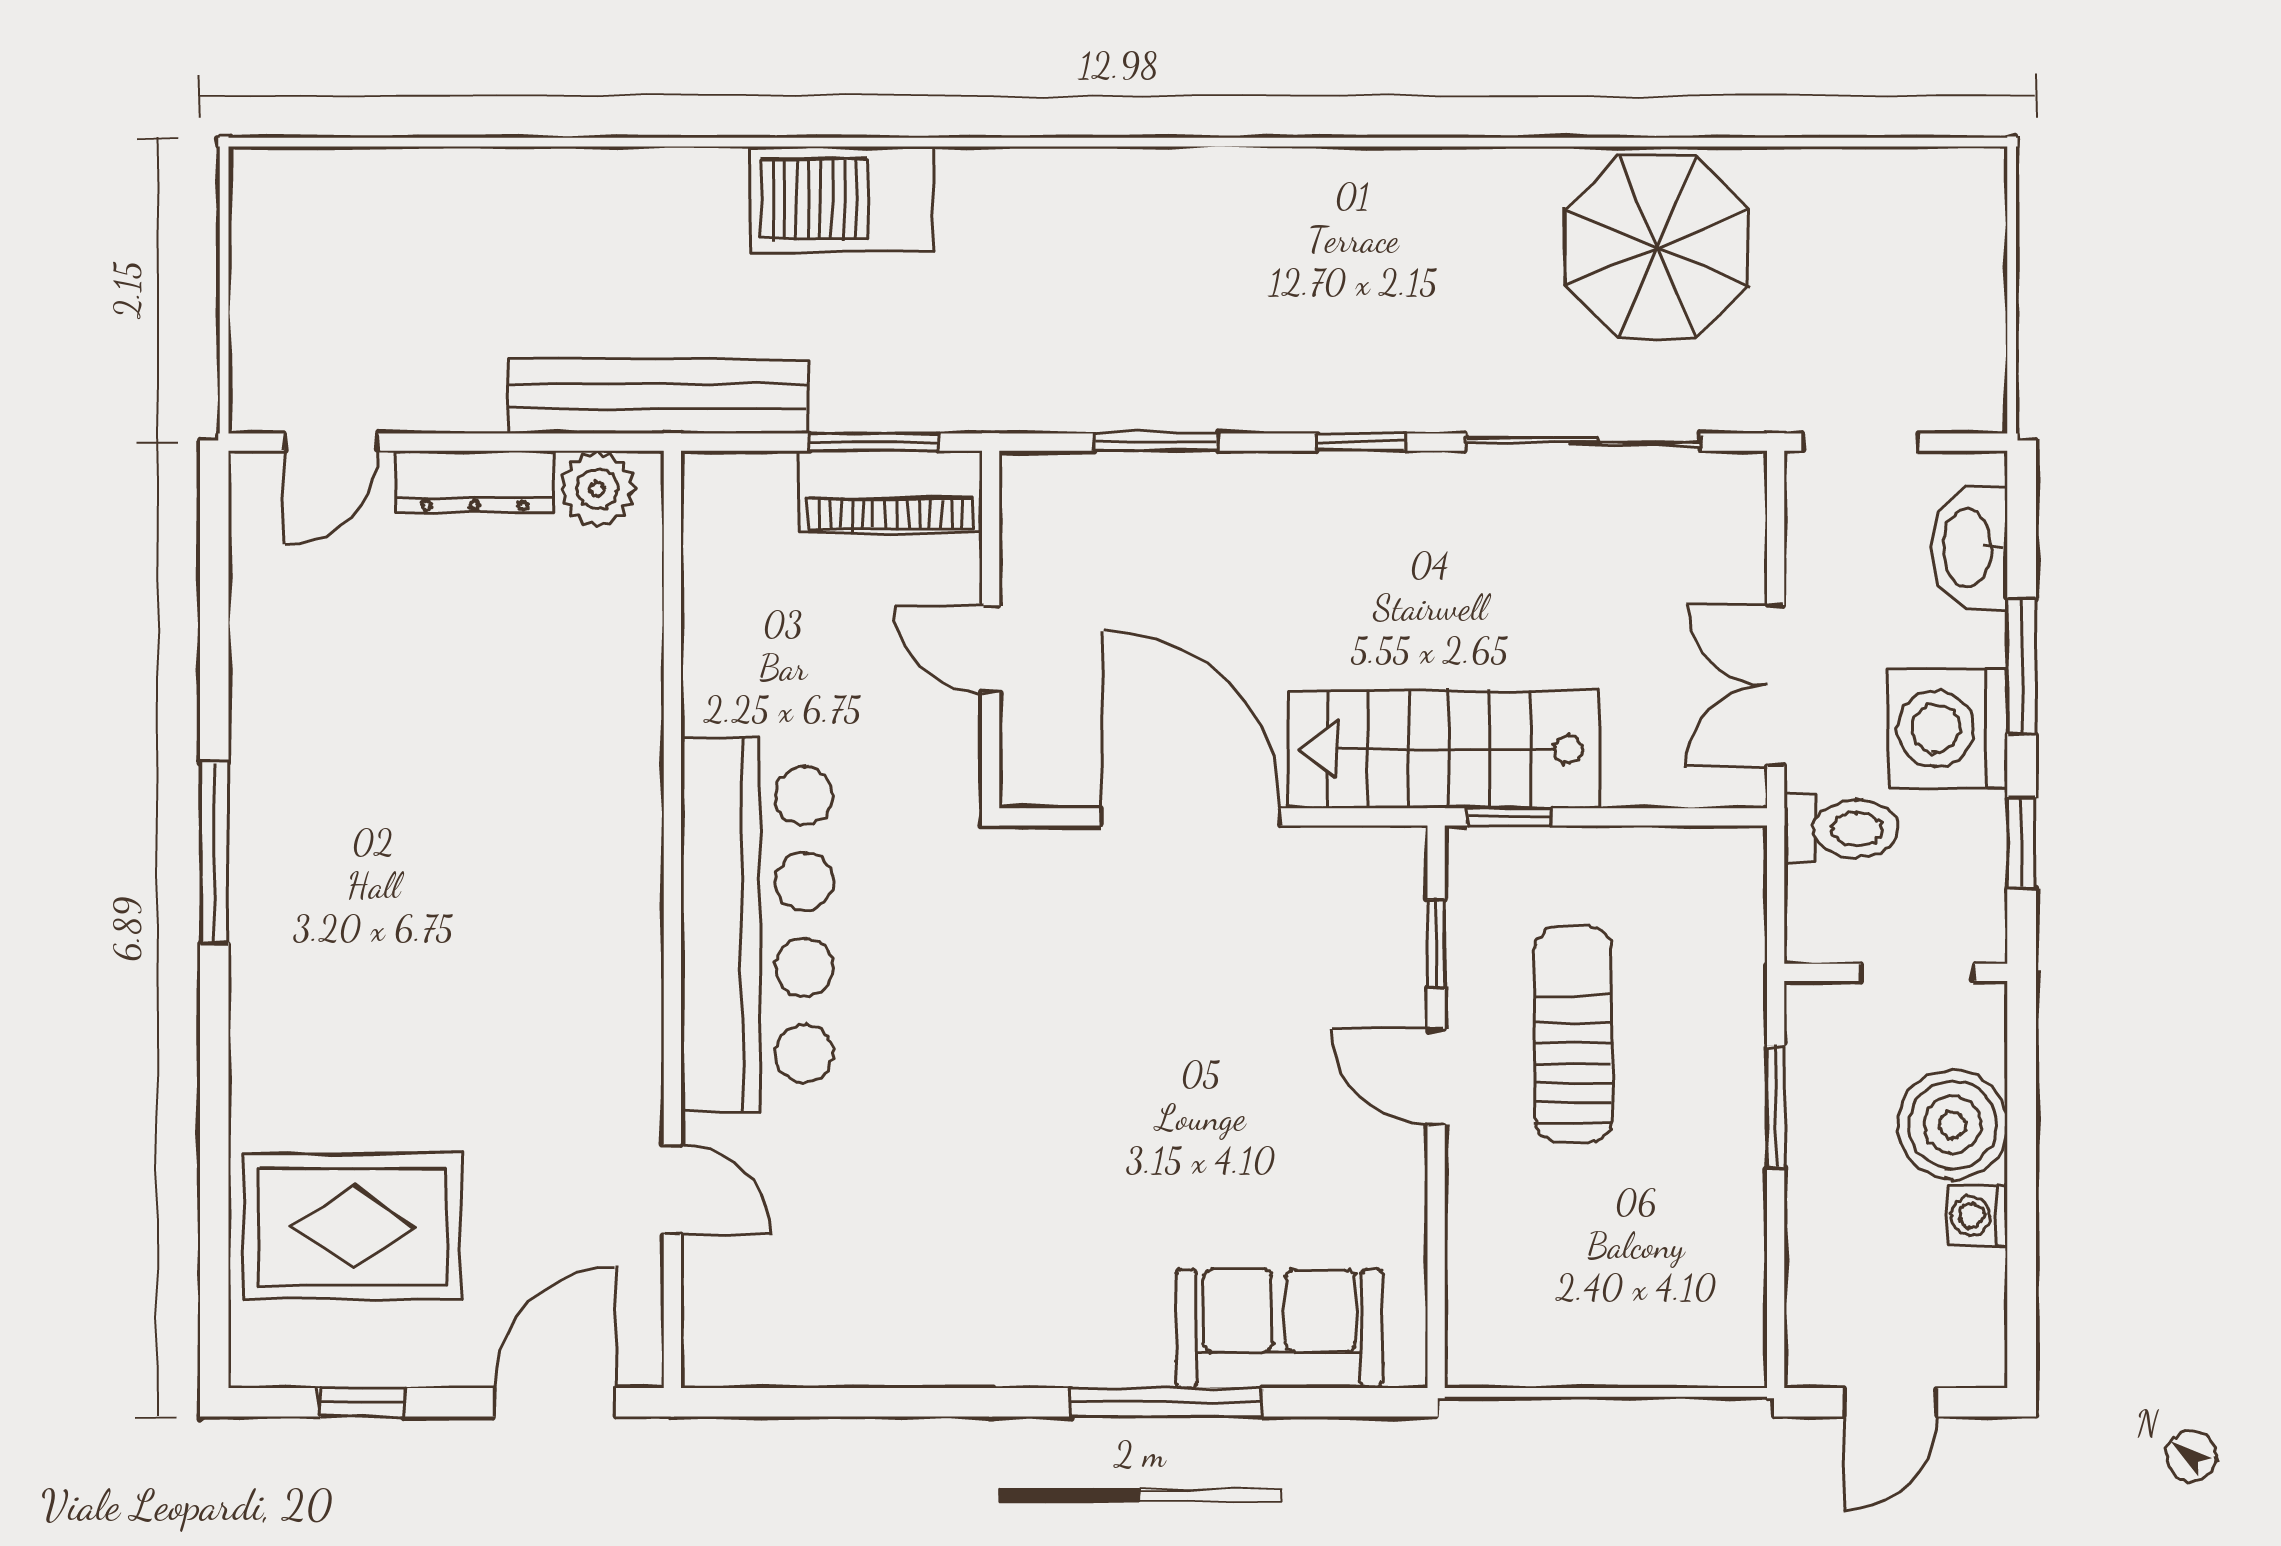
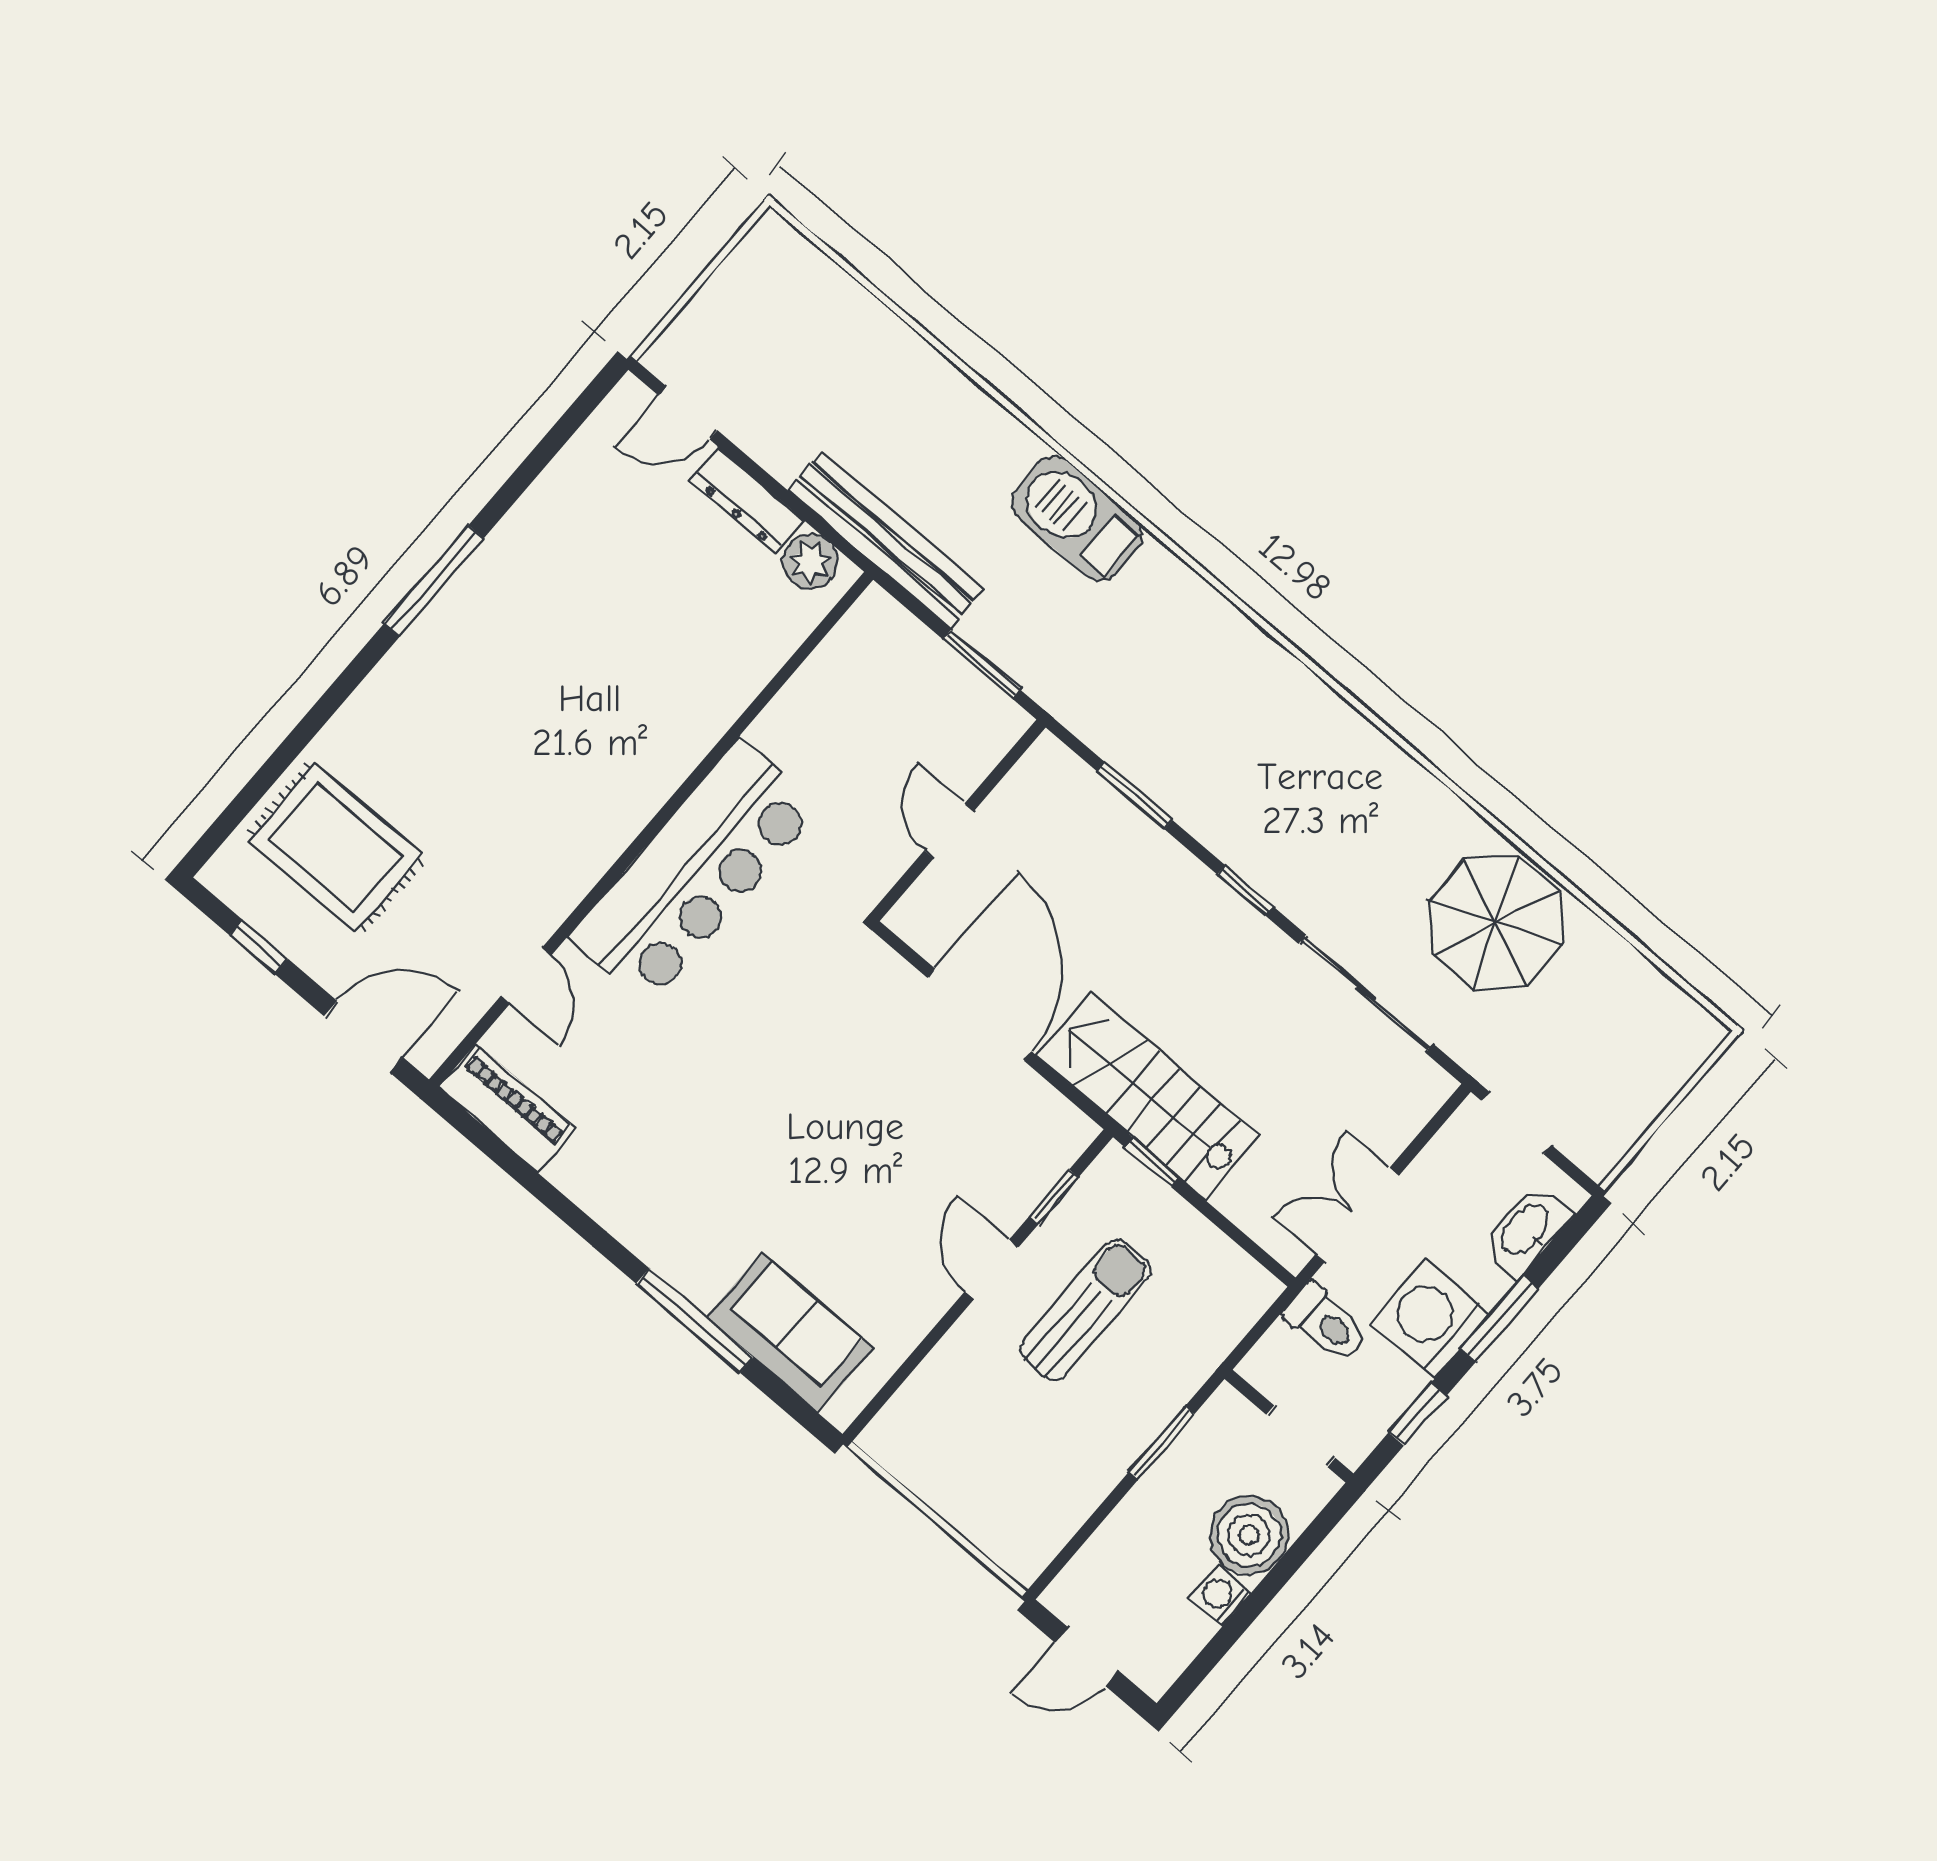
piano: (891, 491) -> (507, 1108), moved, turned 180

